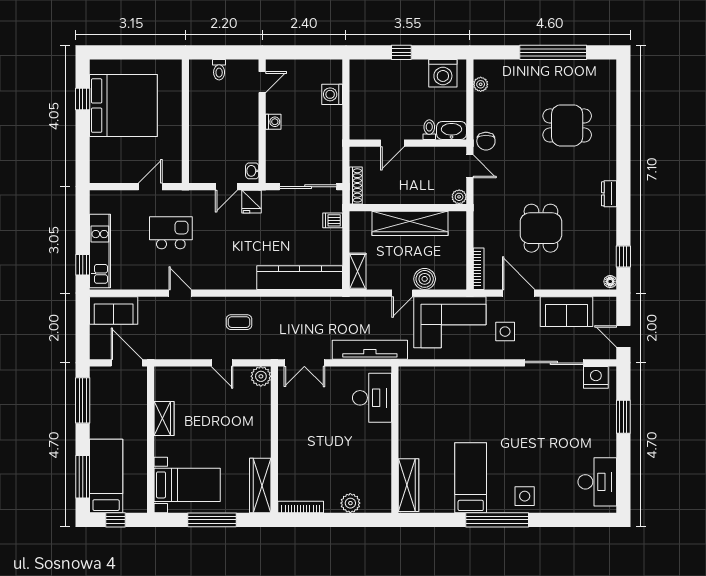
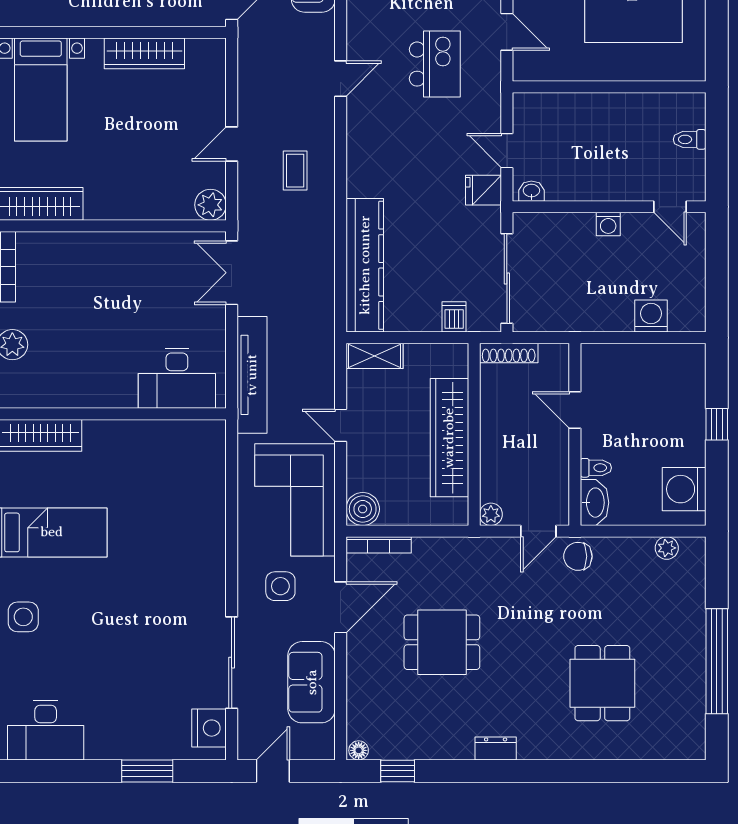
boiler: (425, 279) -> (363, 509), moved
wardrobe: (164, 419) -> (144, 53), width x1.50

